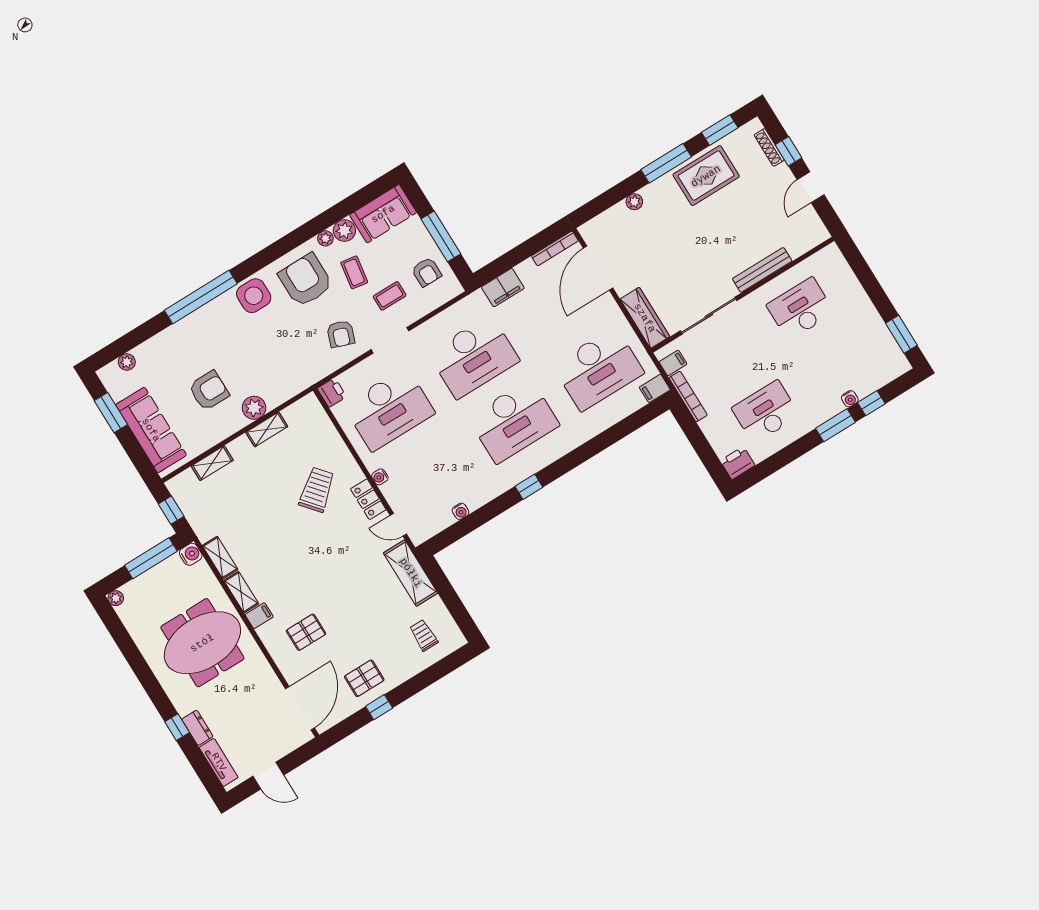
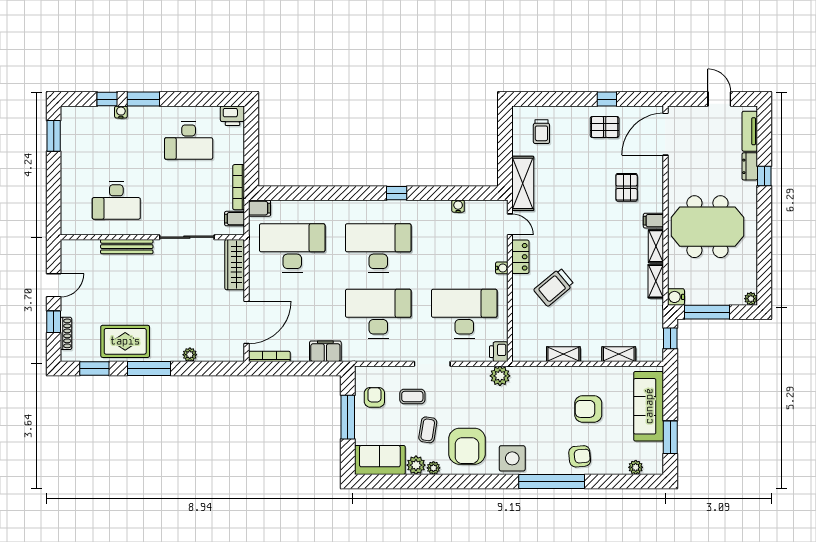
armchair: (341, 334) -> (580, 456), moved, turned 65
plant: (254, 408) -> (500, 376), moved
pallet: (306, 632) -> (627, 187), turned 90

